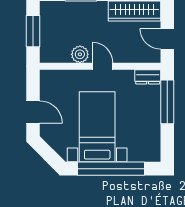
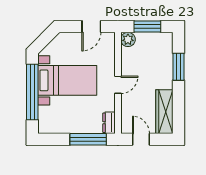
door: (167, 39) -> (141, 139), hinge flipped
plant: (80, 54) -> (128, 39), moved
door: (33, 112) -> (91, 27), moved

